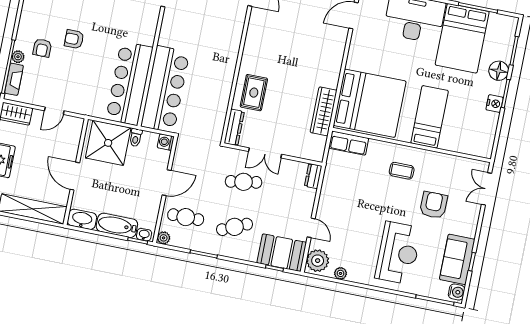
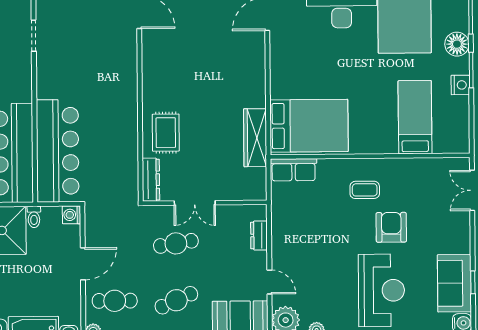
bed: (370, 103) -> (309, 126), width x0.73
bed: (430, 117) -> (415, 117), moved
dresser: (313, 176) -> (259, 236), moved
armchair: (434, 205) -> (391, 227), moved

